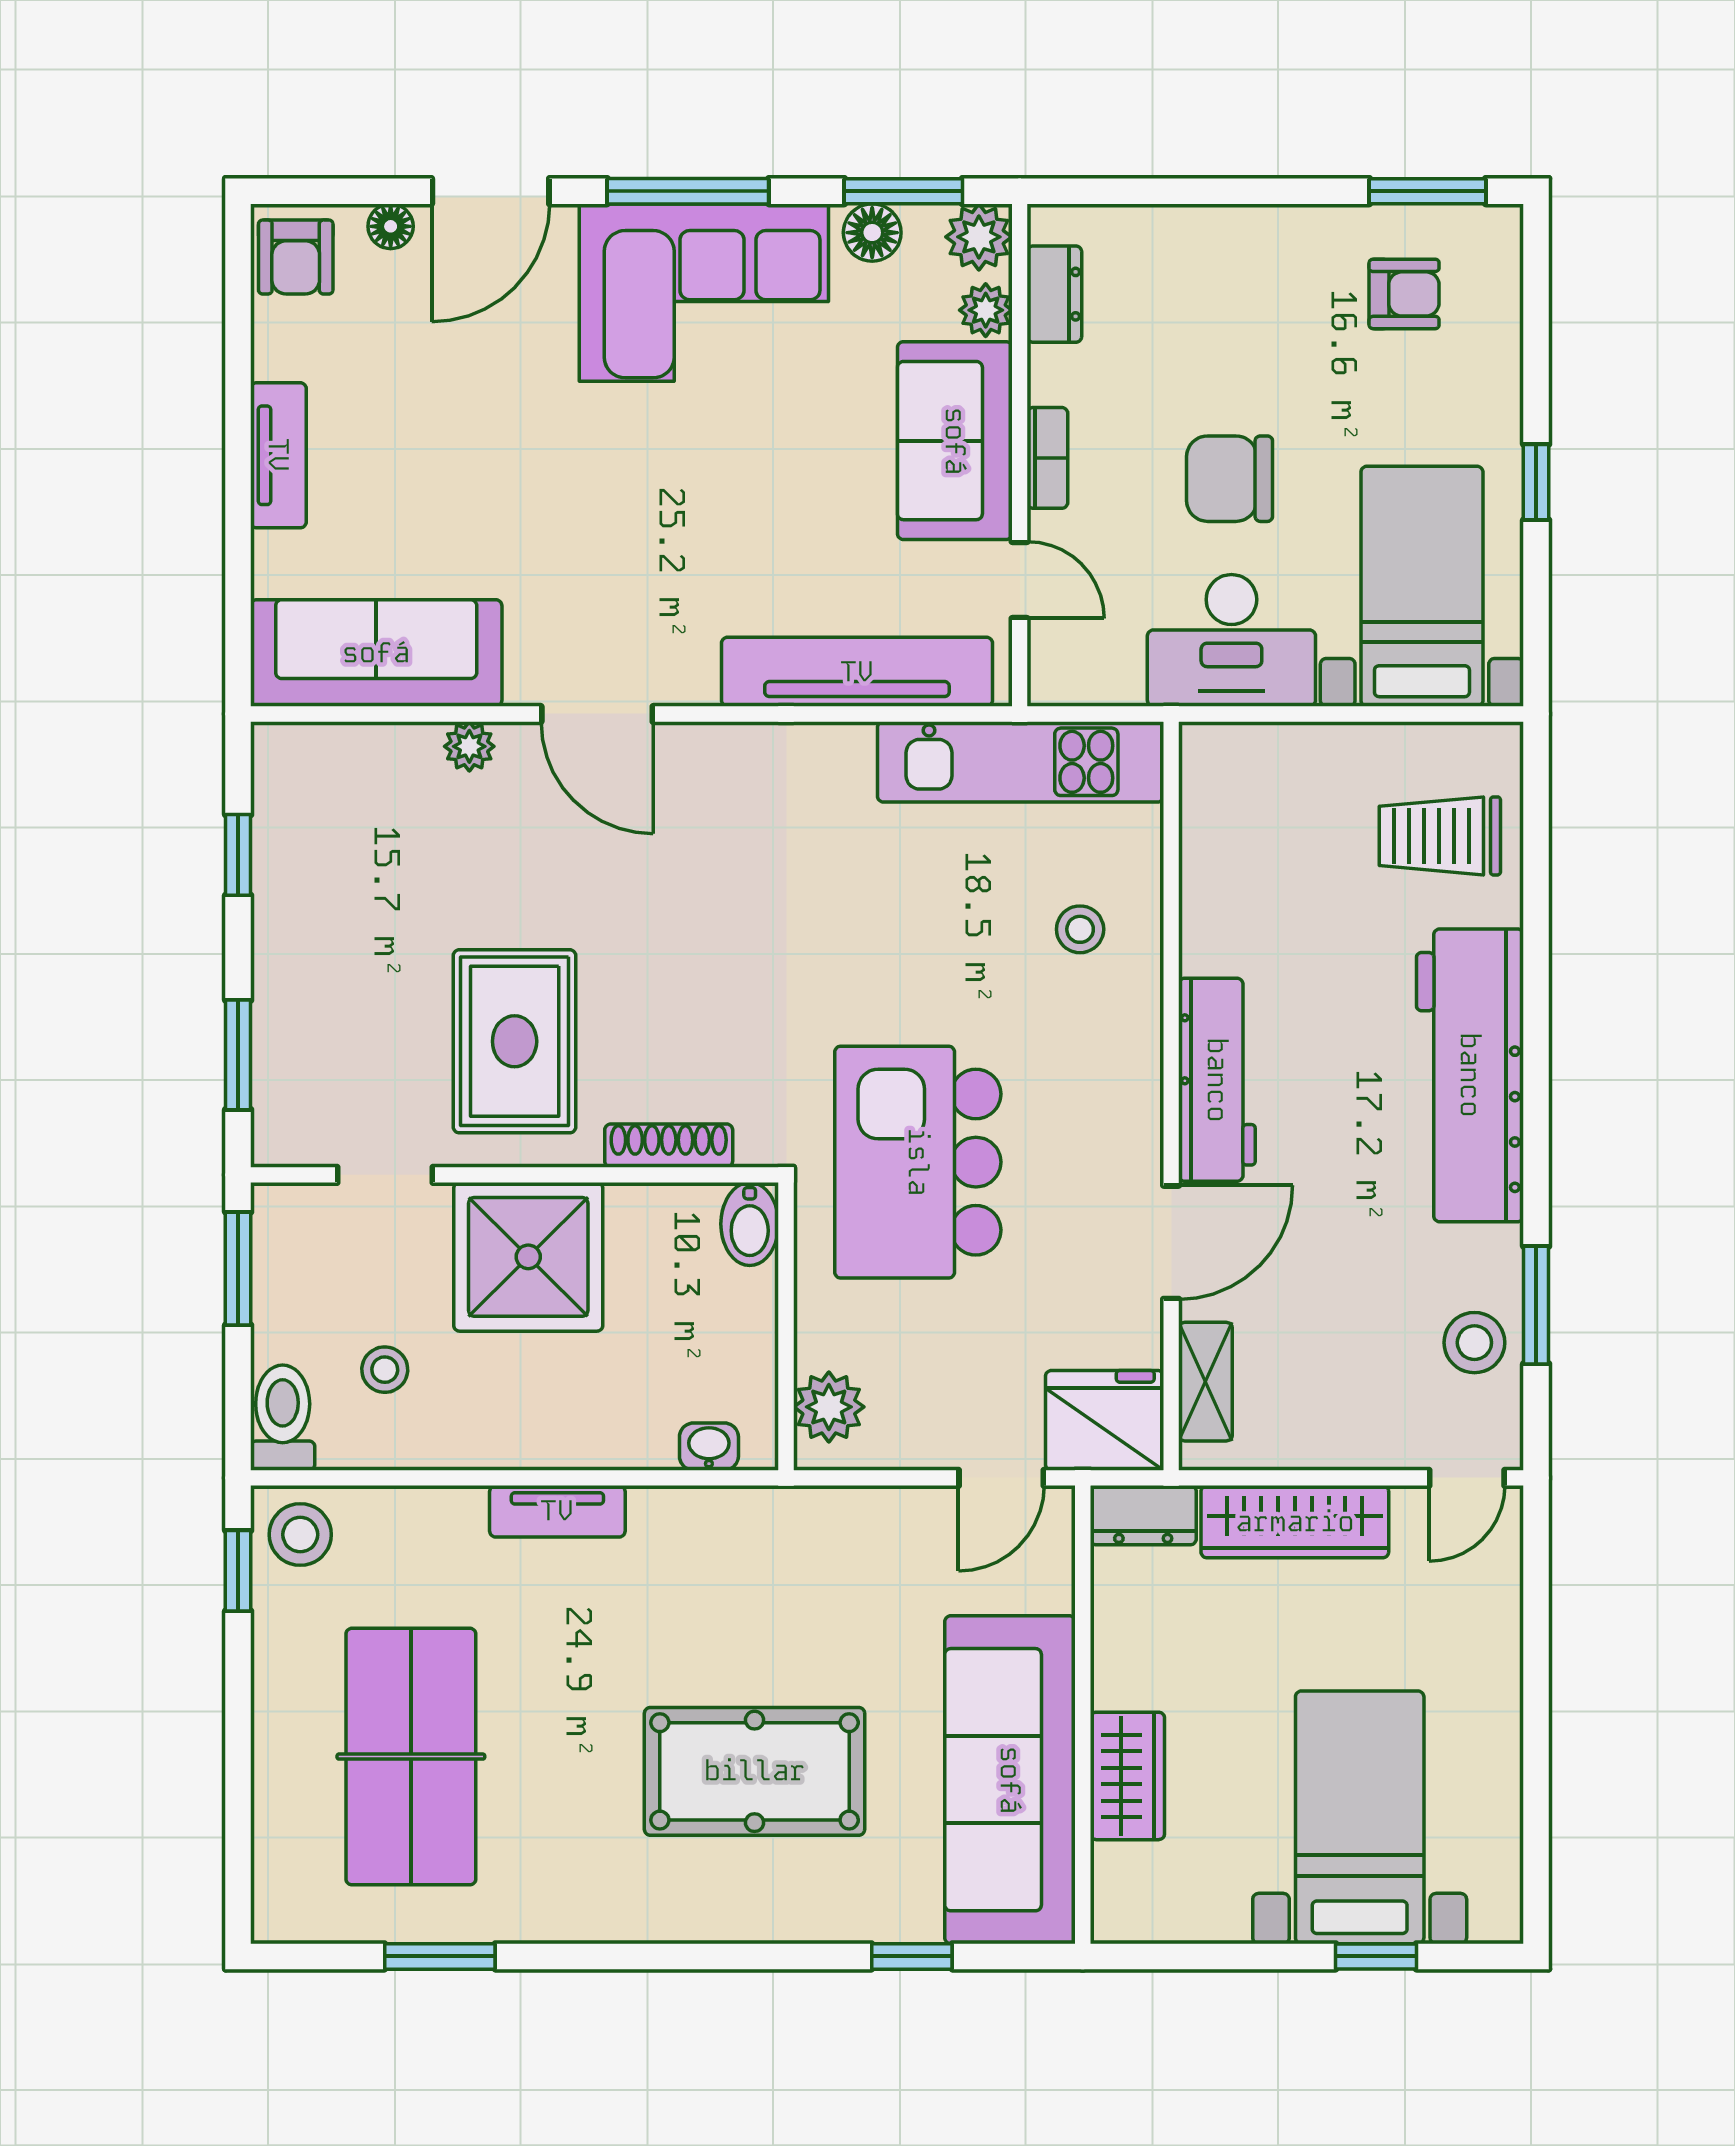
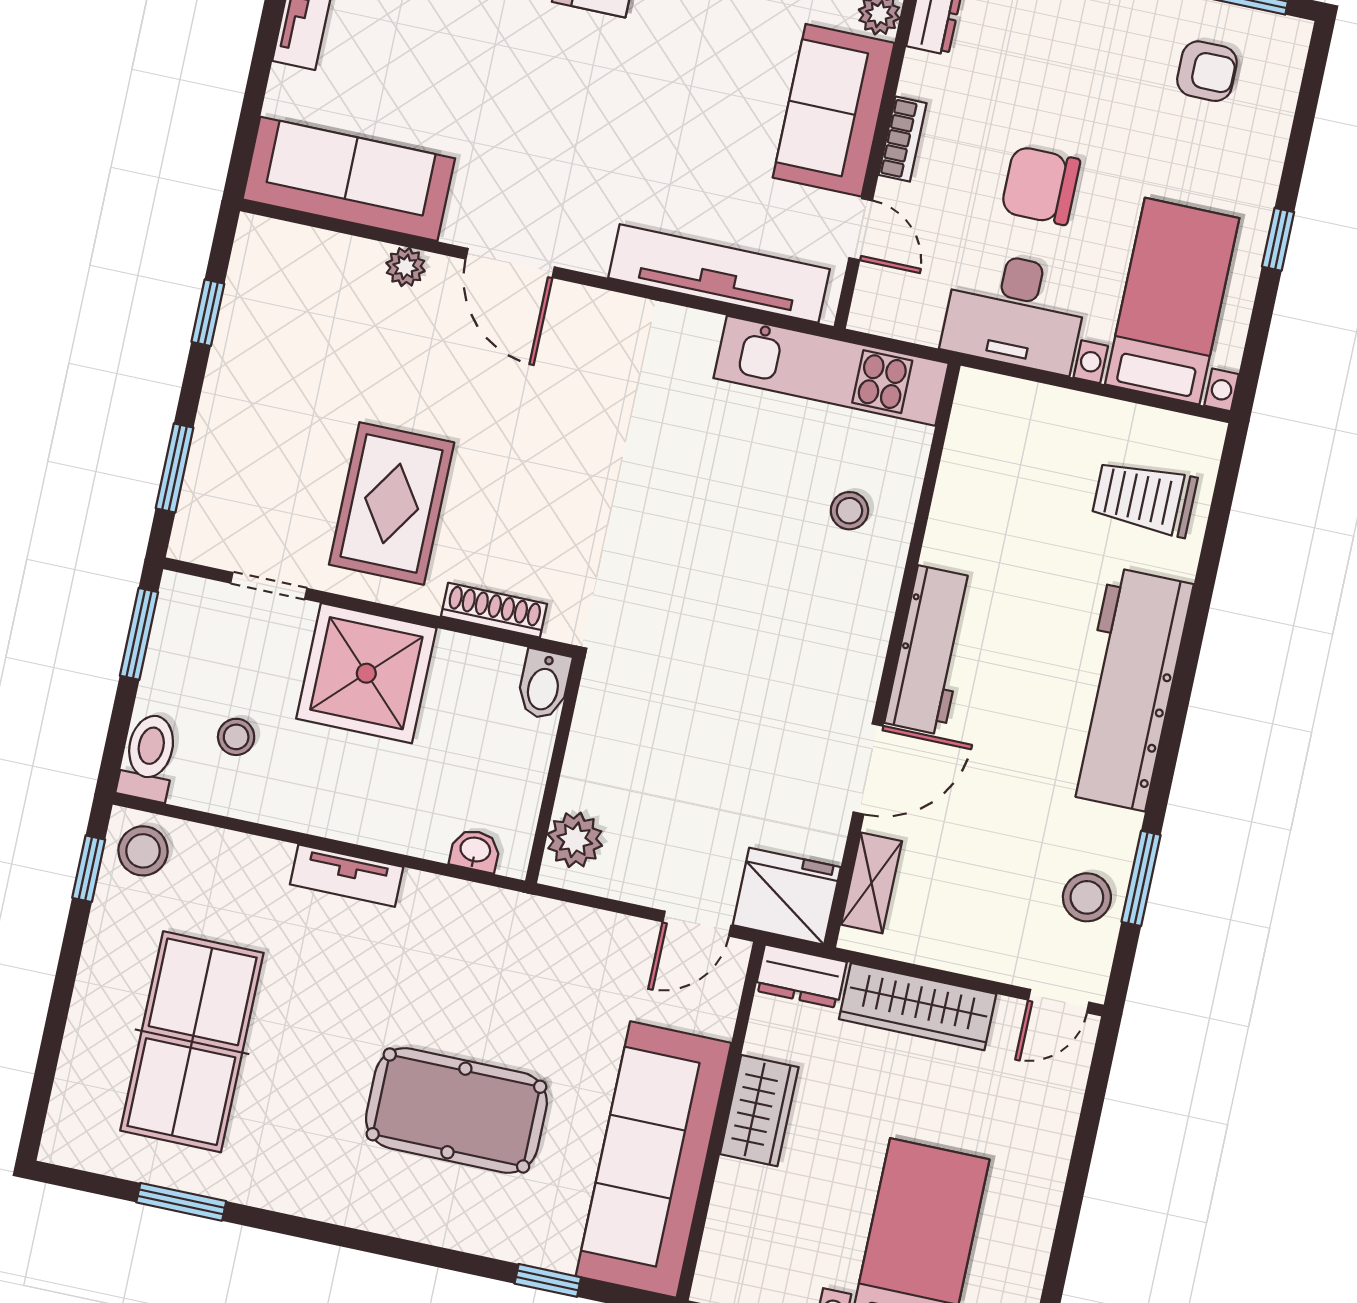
kitchen island: (918, 1162) -> (685, 664), removed
wardrobe: (1127, 1776) -> (759, 1111), moved

